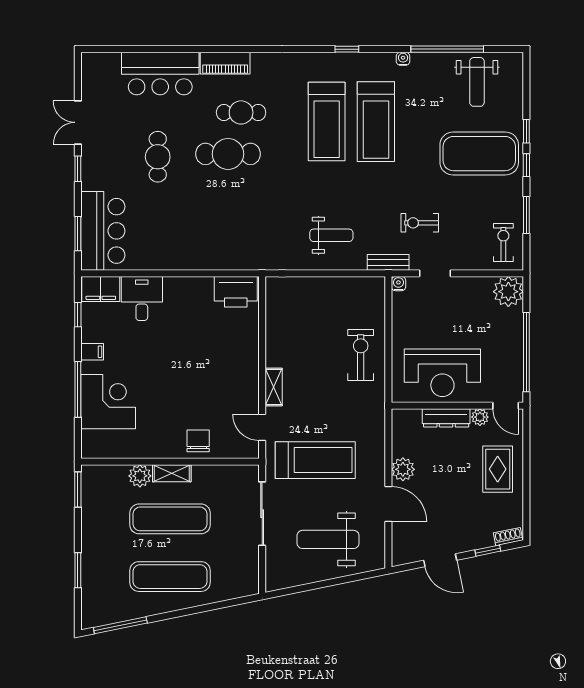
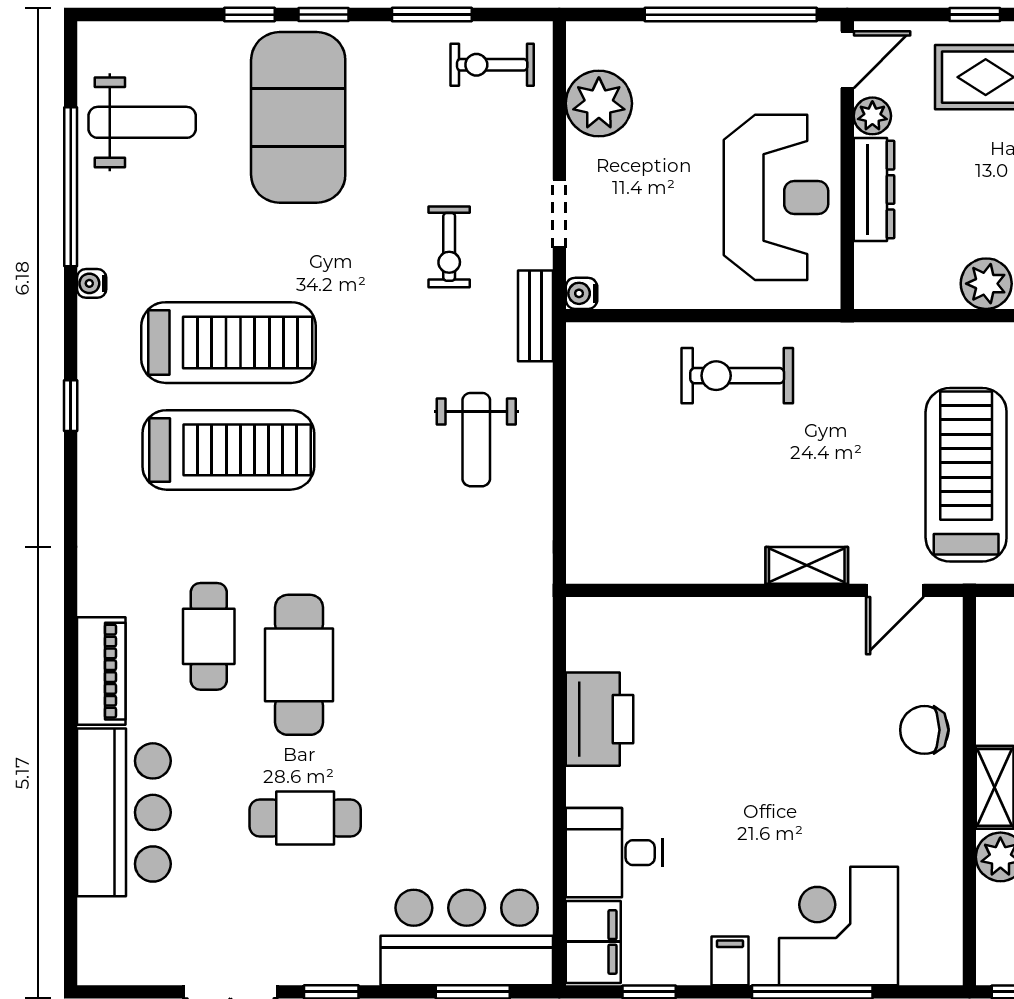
weight bench: (331, 235) -> (476, 440), turned 180
printer: (236, 292) -> (599, 719), moved
plant: (508, 292) -> (599, 103), moved
window: (526, 464) -> (975, 15), added

